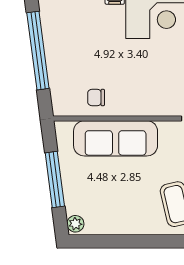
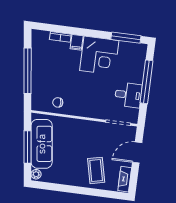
sofa: (116, 138) -> (42, 144), moved, turned -97

